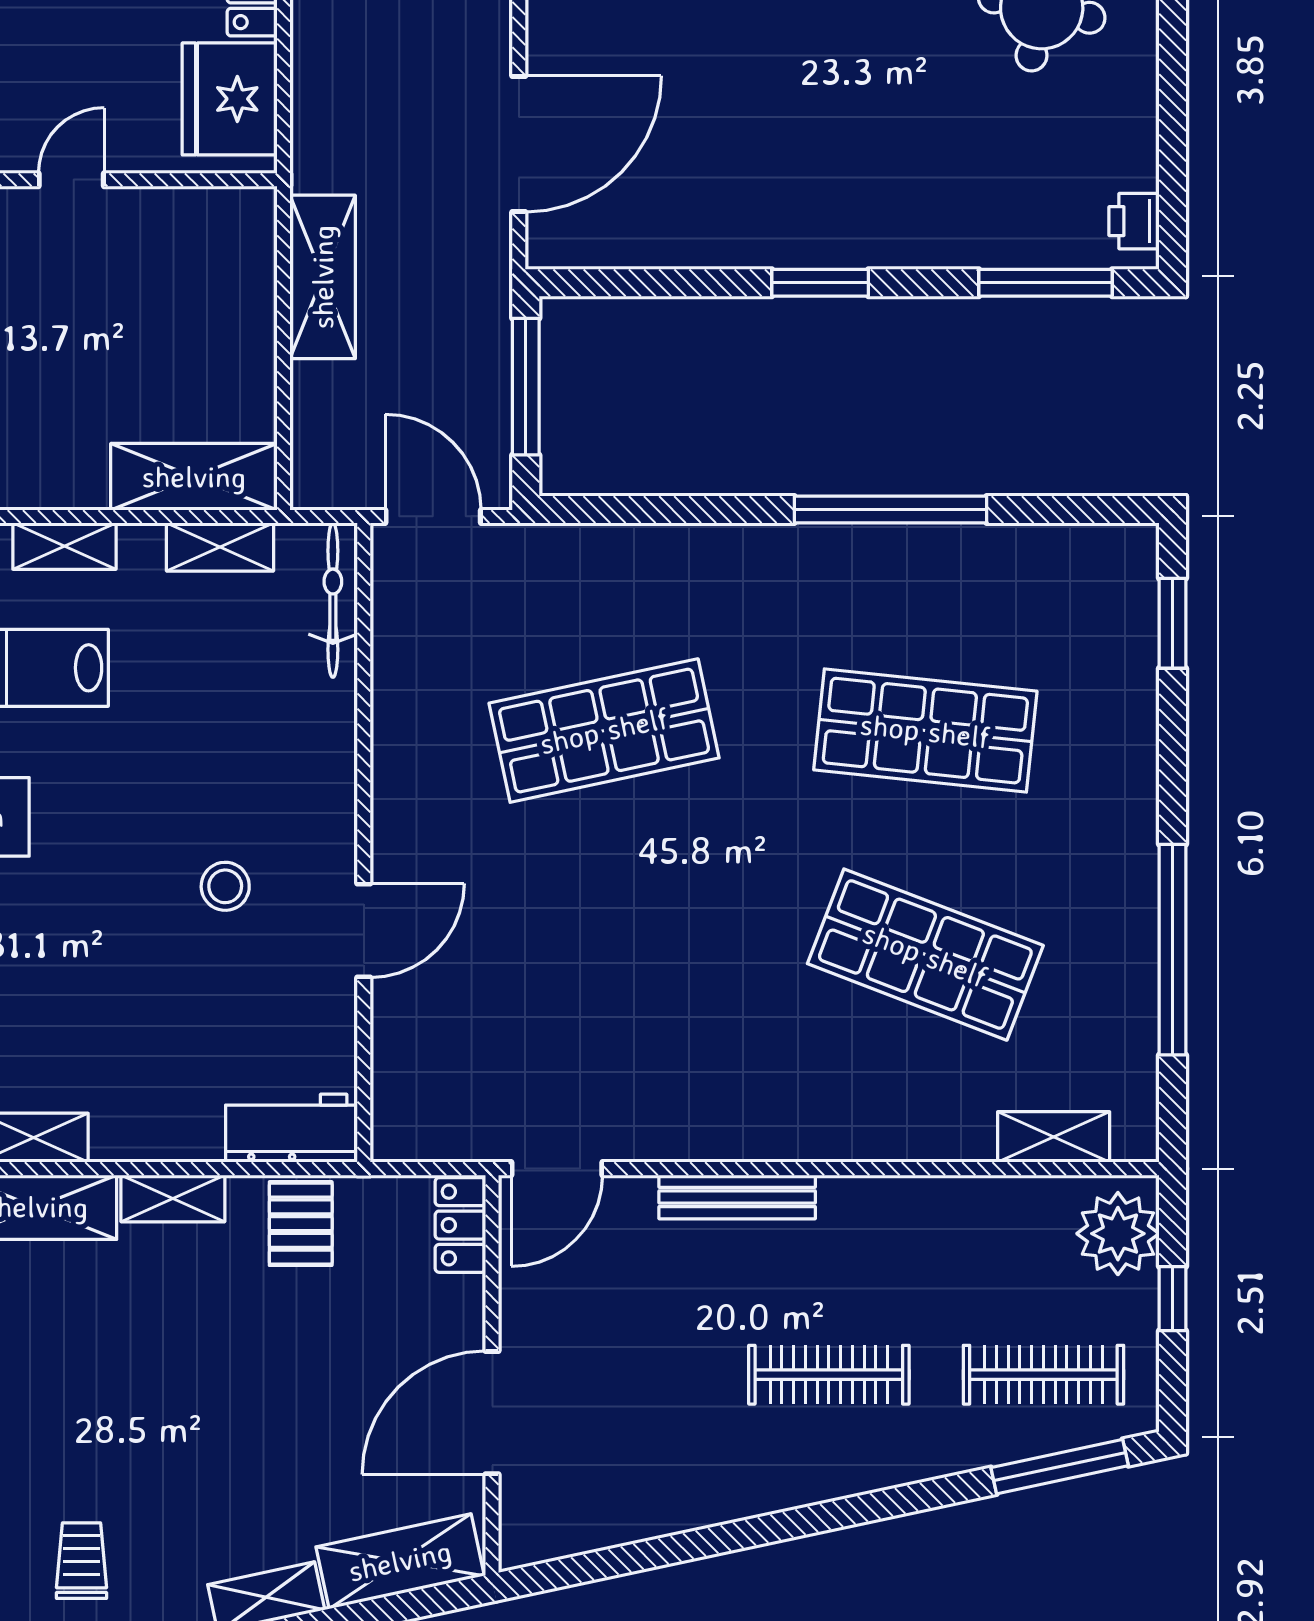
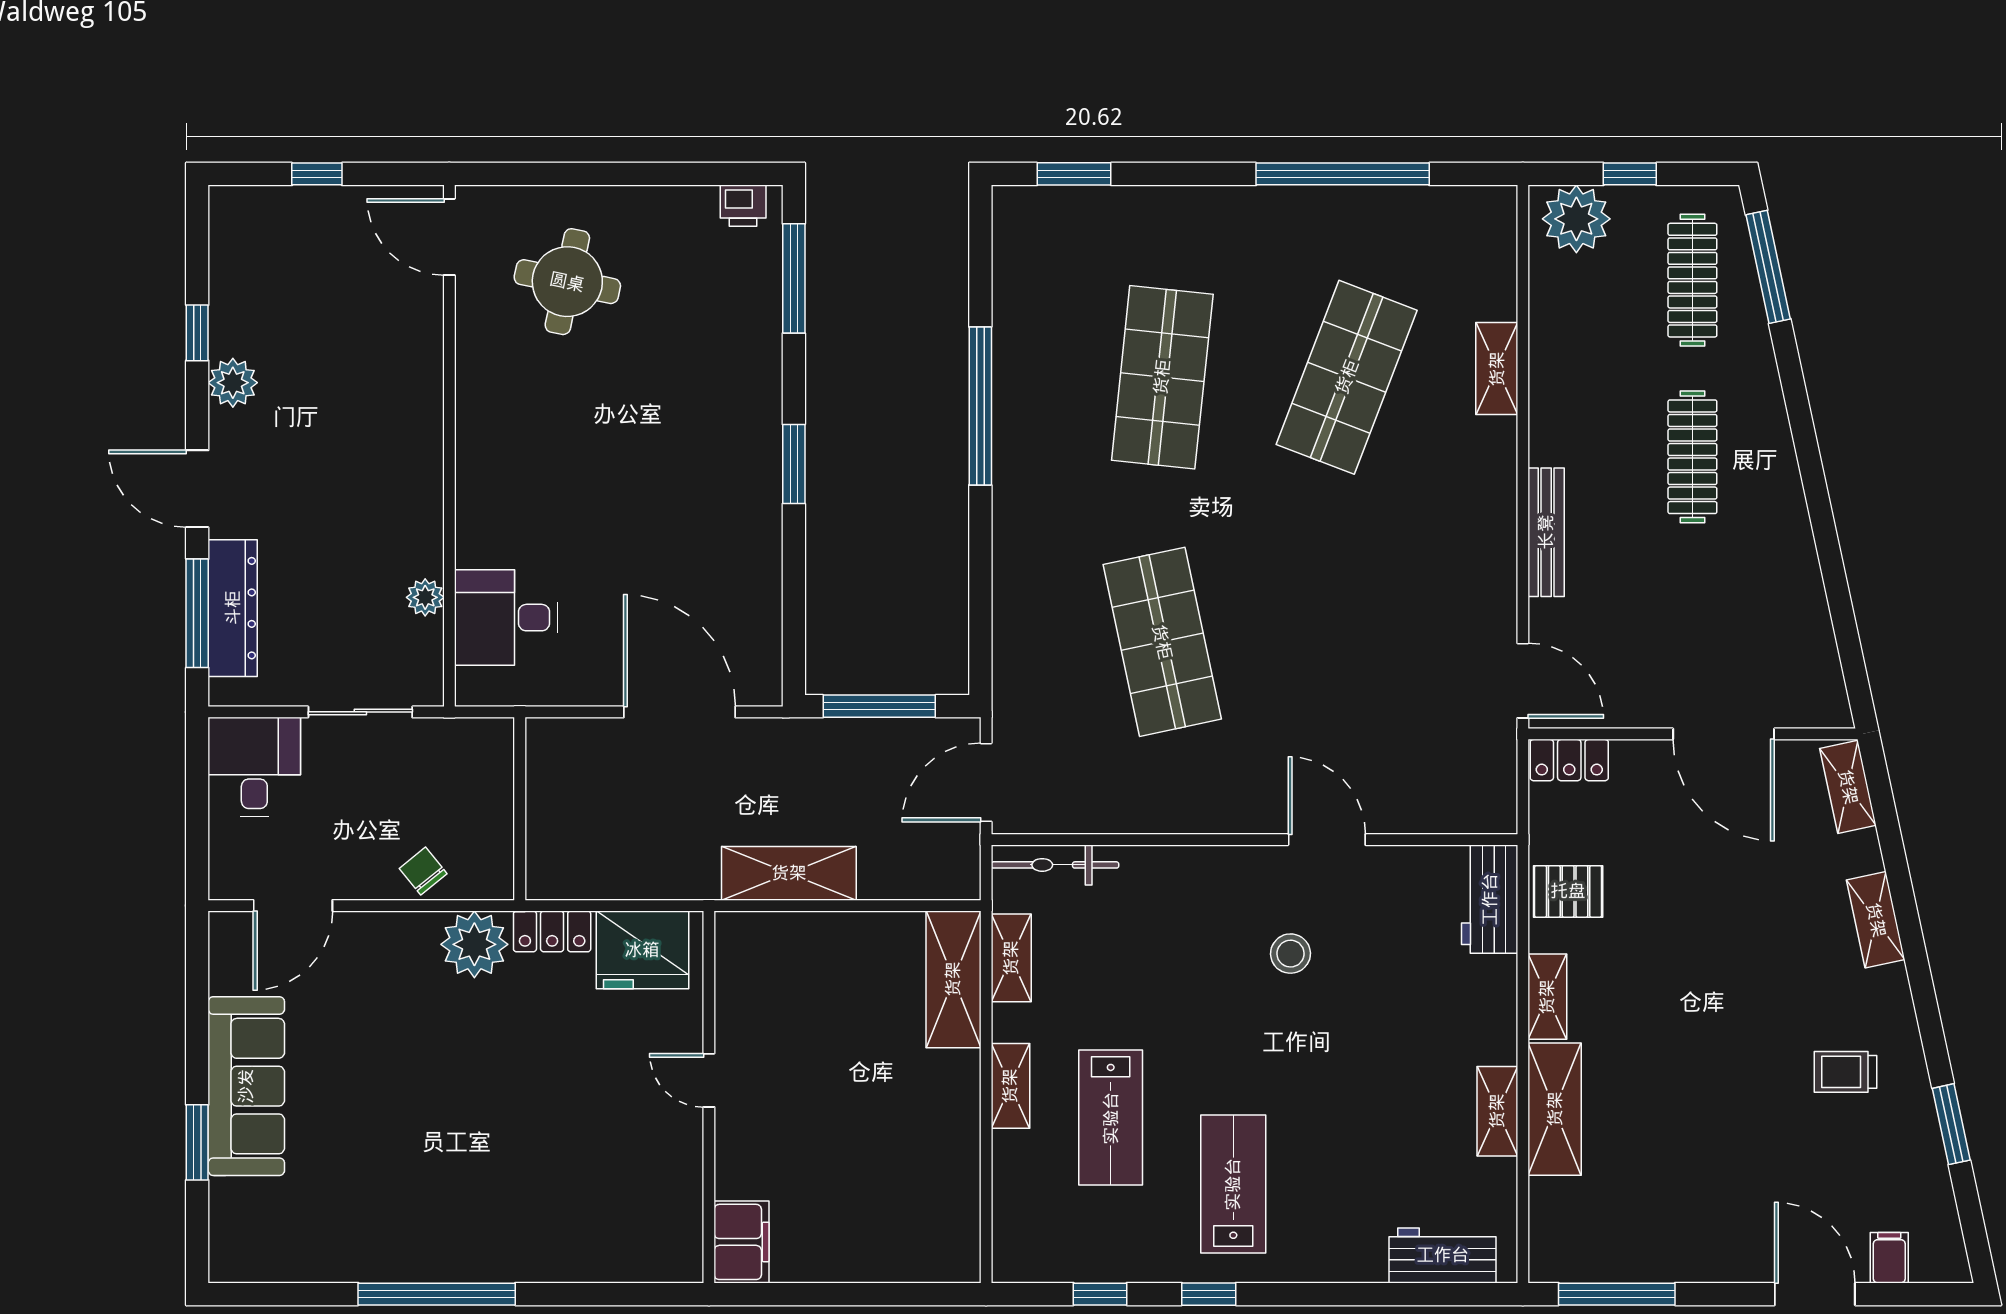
shelving: (1054, 1137) -> (1497, 369), moved
shelving: (400, 1561) -> (1848, 787), width x0.67, depth x0.75

